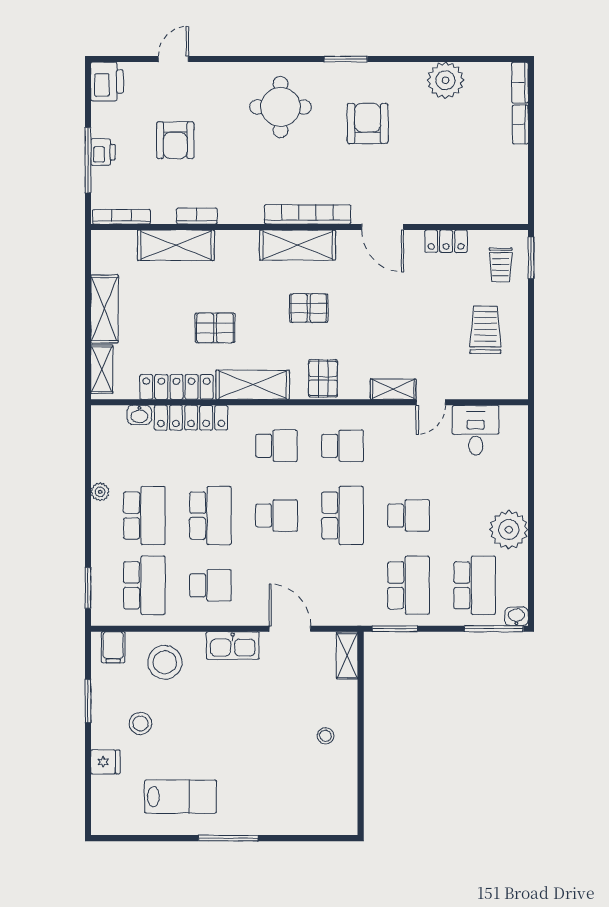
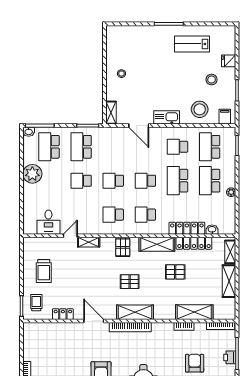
school desk: (343, 516) -> (113, 181), width x0.54

